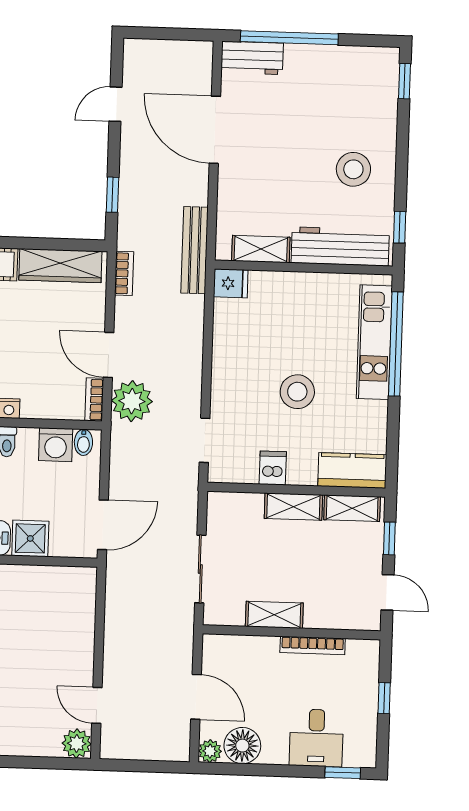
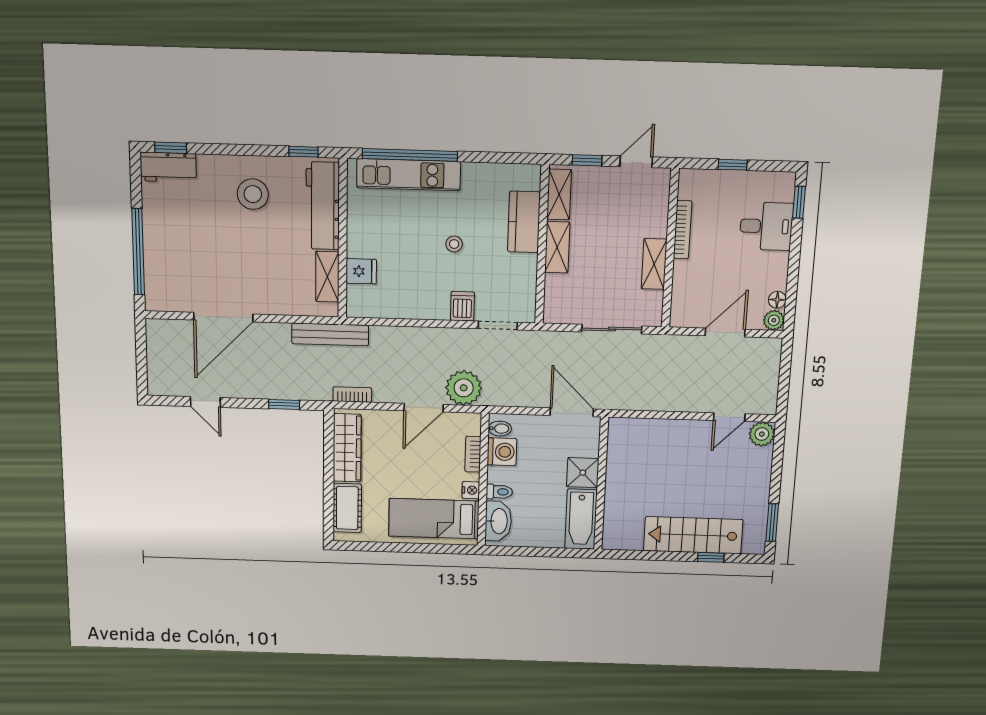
workbench: (252, 58) -> (168, 167), moved, turned 90
fridge: (231, 283) -> (361, 271), moved, turned 90
stool: (297, 392) -> (454, 244), width x0.53, depth x0.53
bookcase: (94, 400) -> (473, 454), moved, turned 90
dishwasher: (273, 468) -> (462, 306), moved, turned 90
kitchen counter: (352, 470) -> (524, 222), moved
floor lamp: (242, 746) -> (777, 300), width x0.53, depth x0.53

